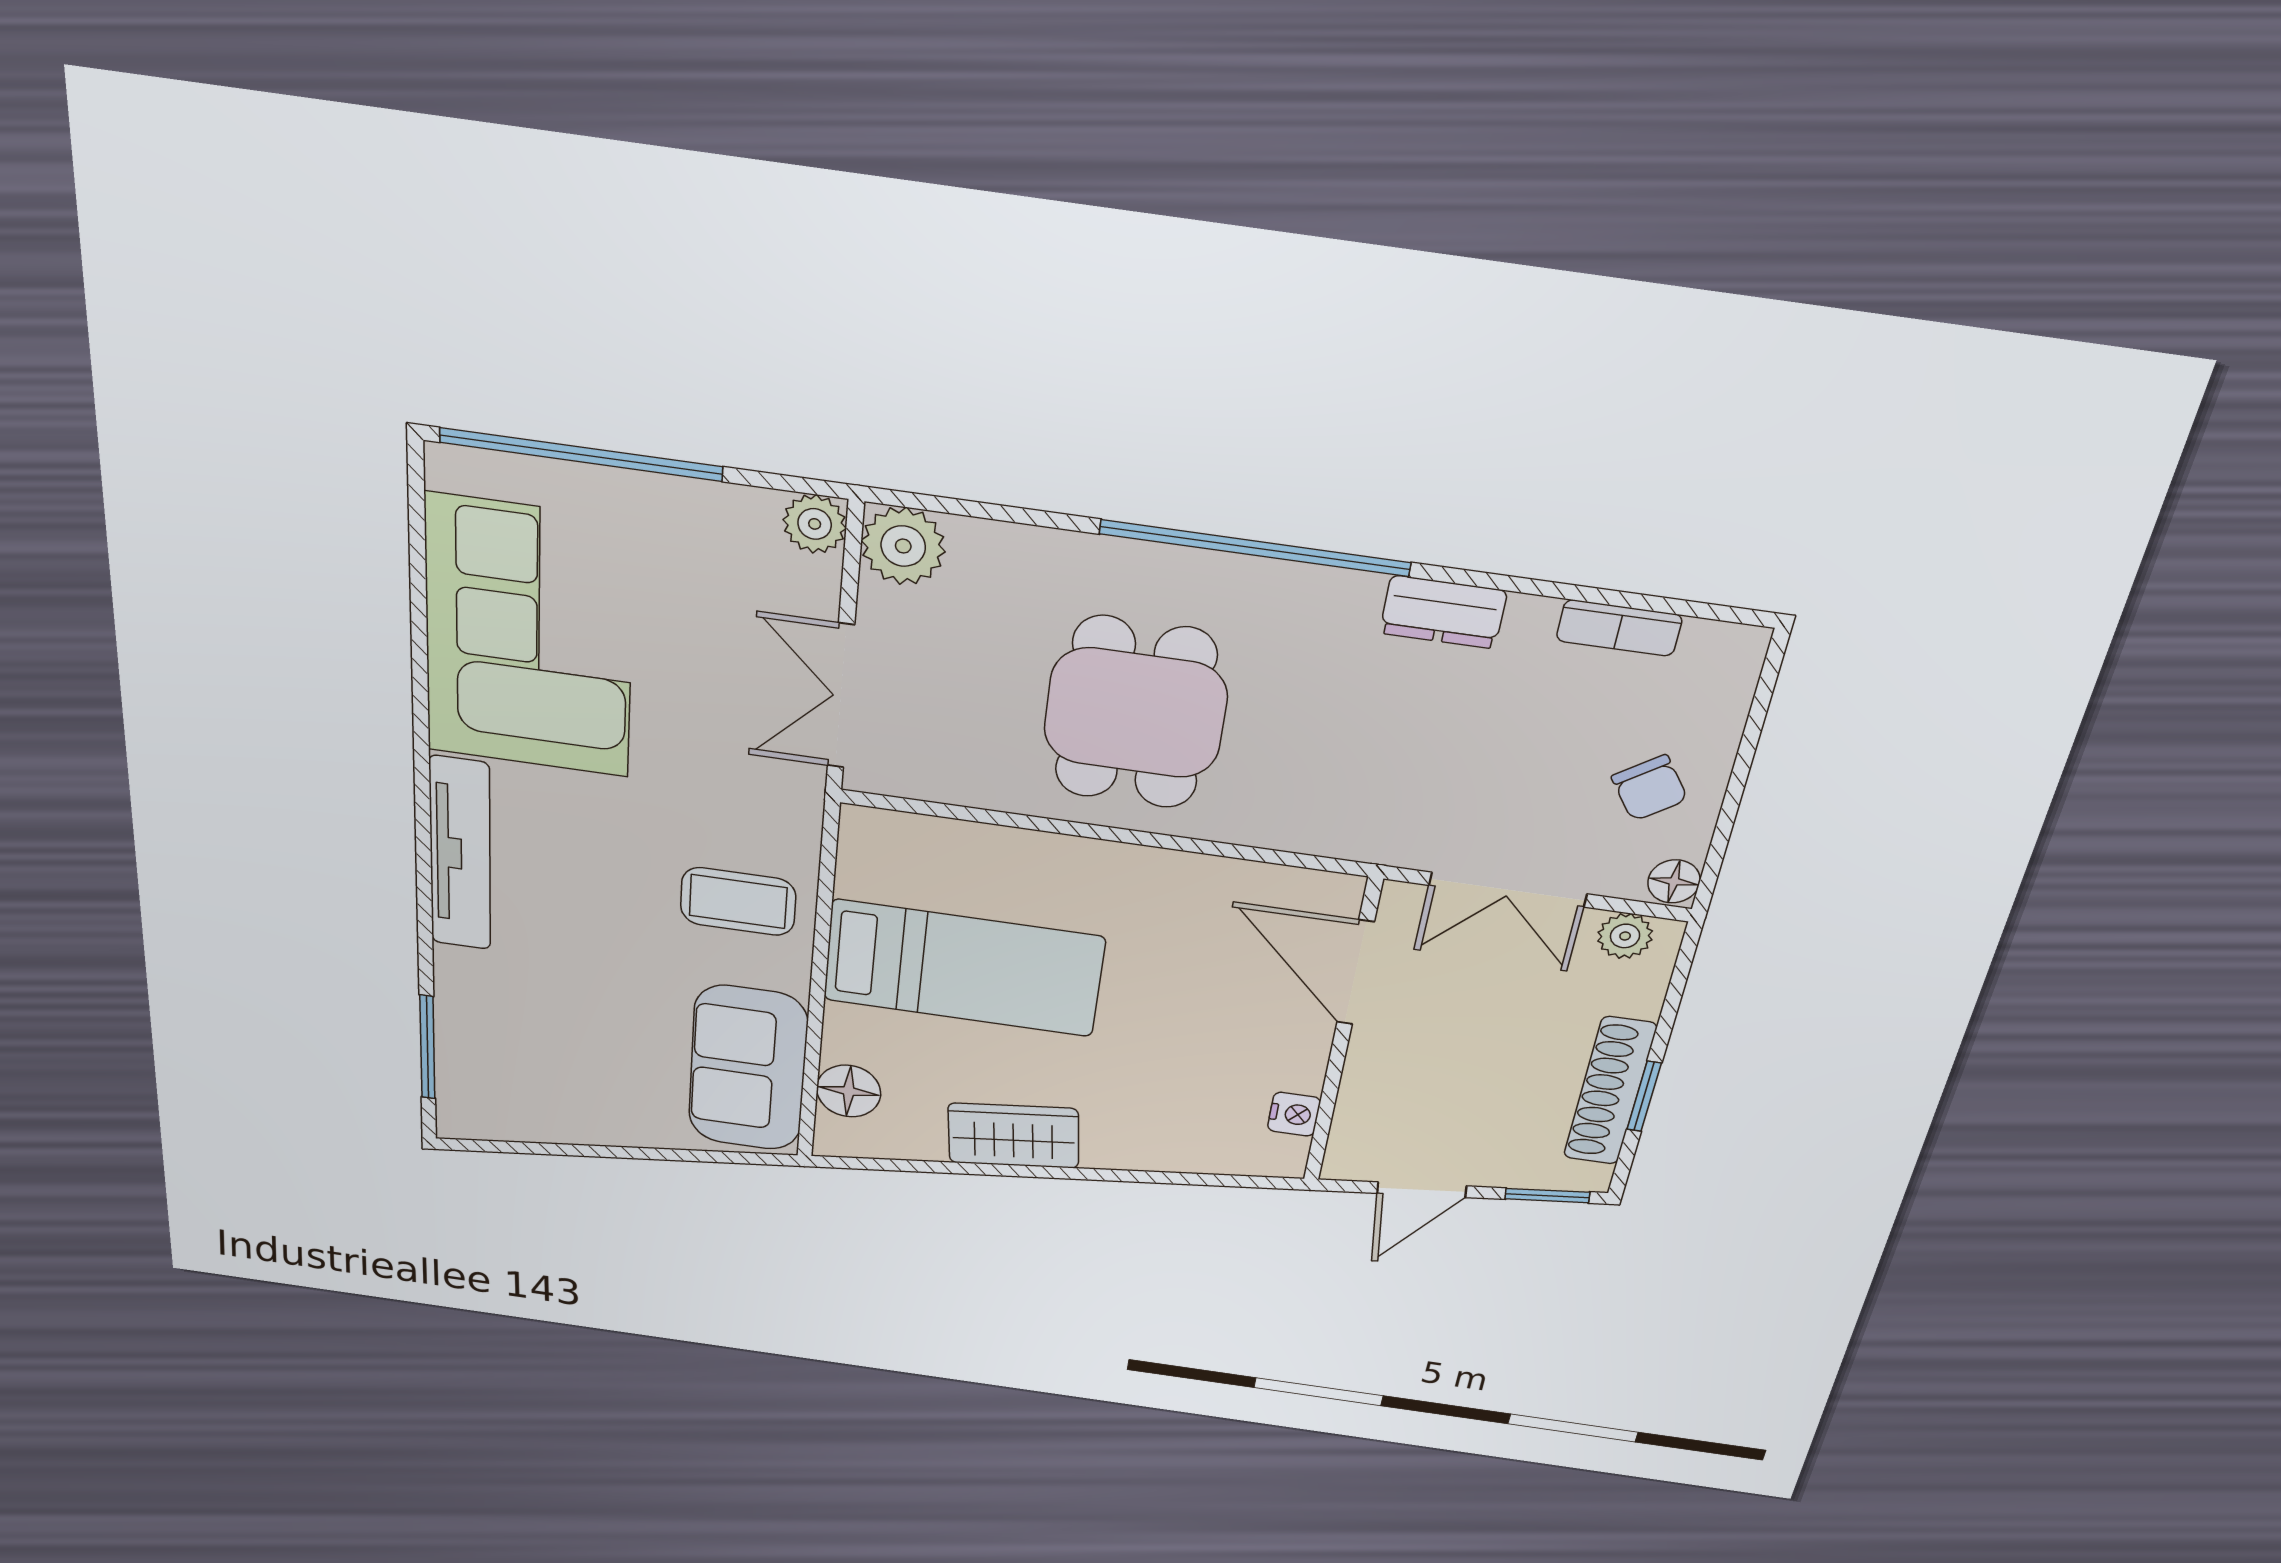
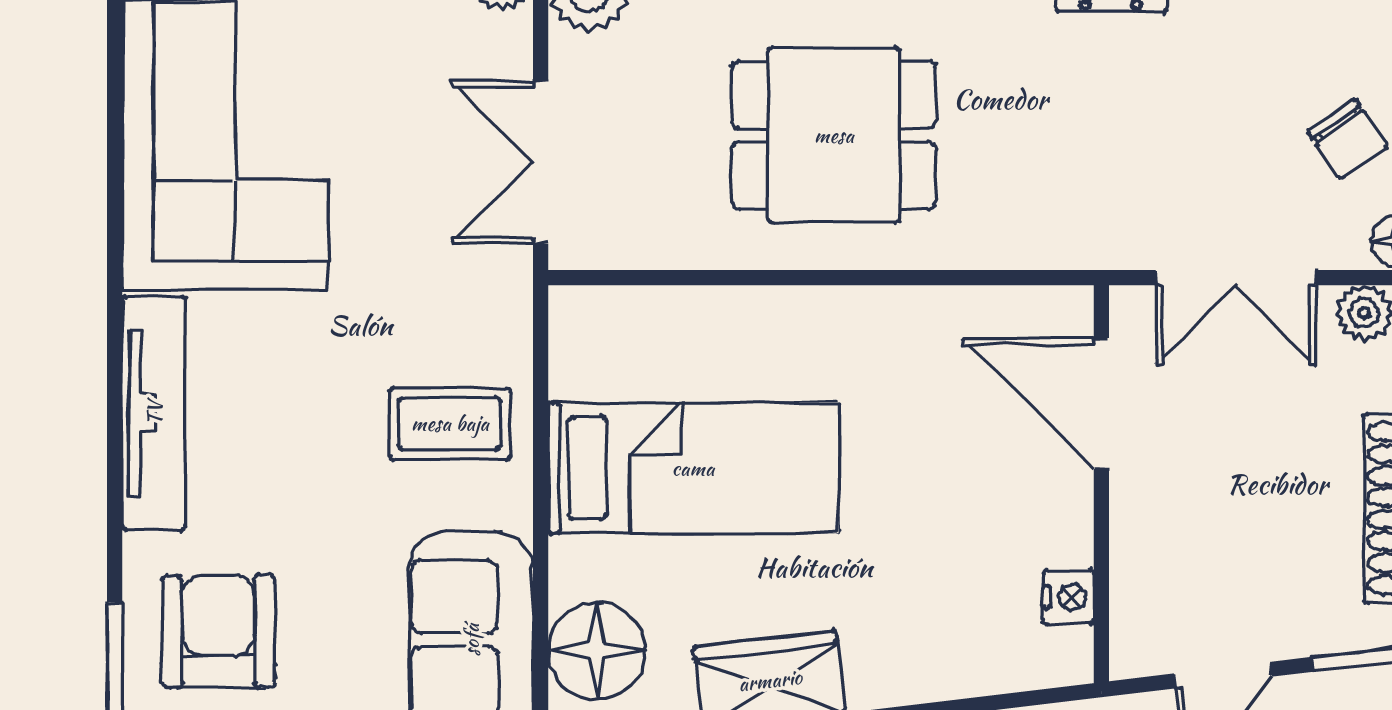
dining table: (1135, 713) -> (834, 135), turned 90
armchair: (520, 1030) -> (218, 631), added
floor lamp: (849, 1091) -> (597, 651), width x1.38, depth x1.38

